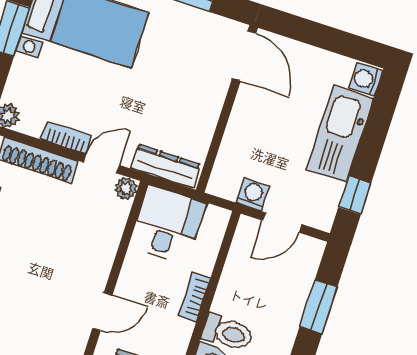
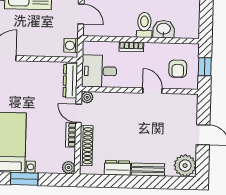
washing machine: (253, 194) -> (71, 45), moved

